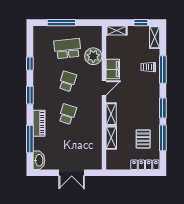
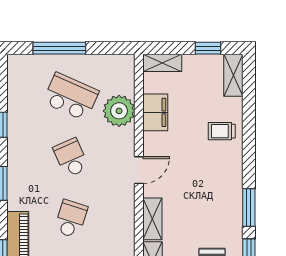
school desk: (67, 49) -> (71, 97), turned 30
filing cabinet: (113, 69) -> (155, 112), moved
window: (163, 69) -> (249, 136), removed
school desk: (67, 81) -> (71, 158), turned -42

